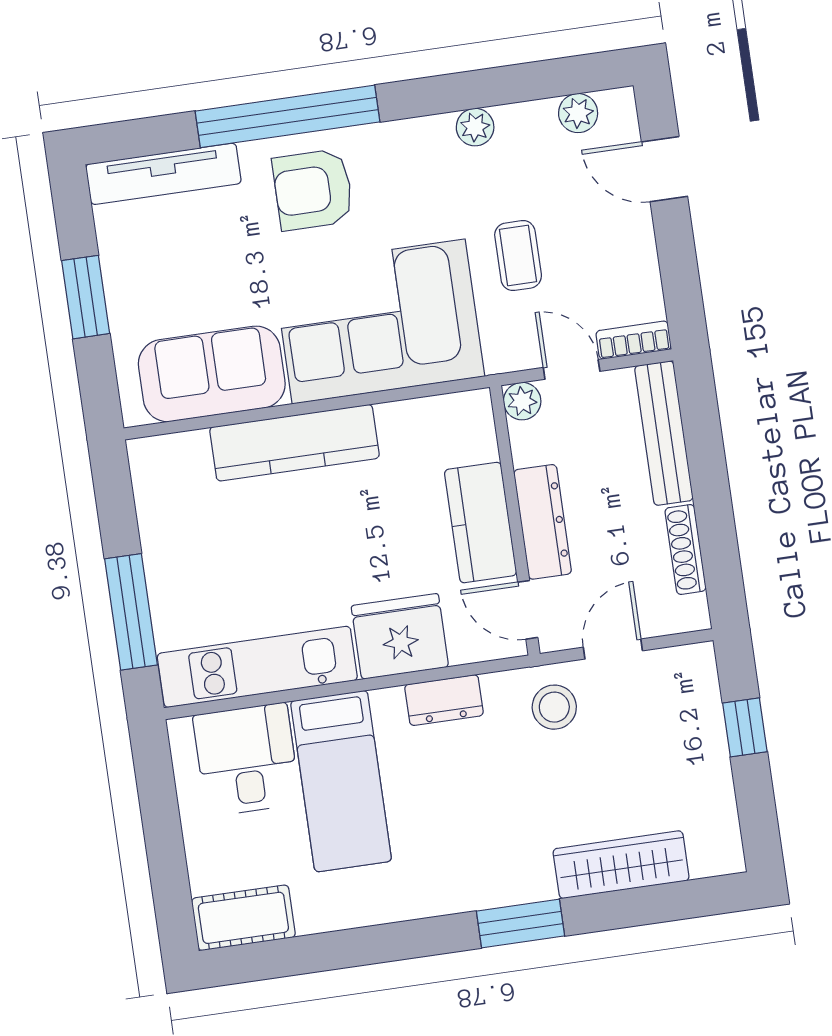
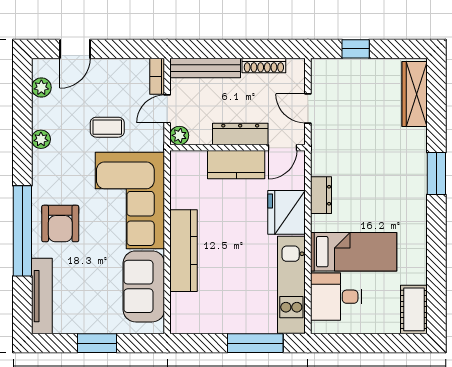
stool: (554, 707) -> (332, 141), removed
wardrobe: (621, 865) -> (415, 94), moved

